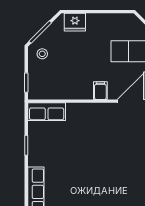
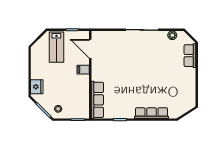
row of seats: (47, 112) -> (97, 100), width x1.48

